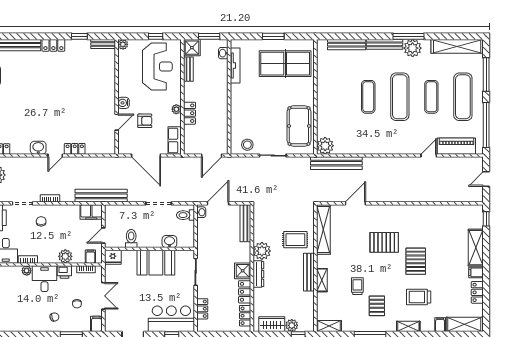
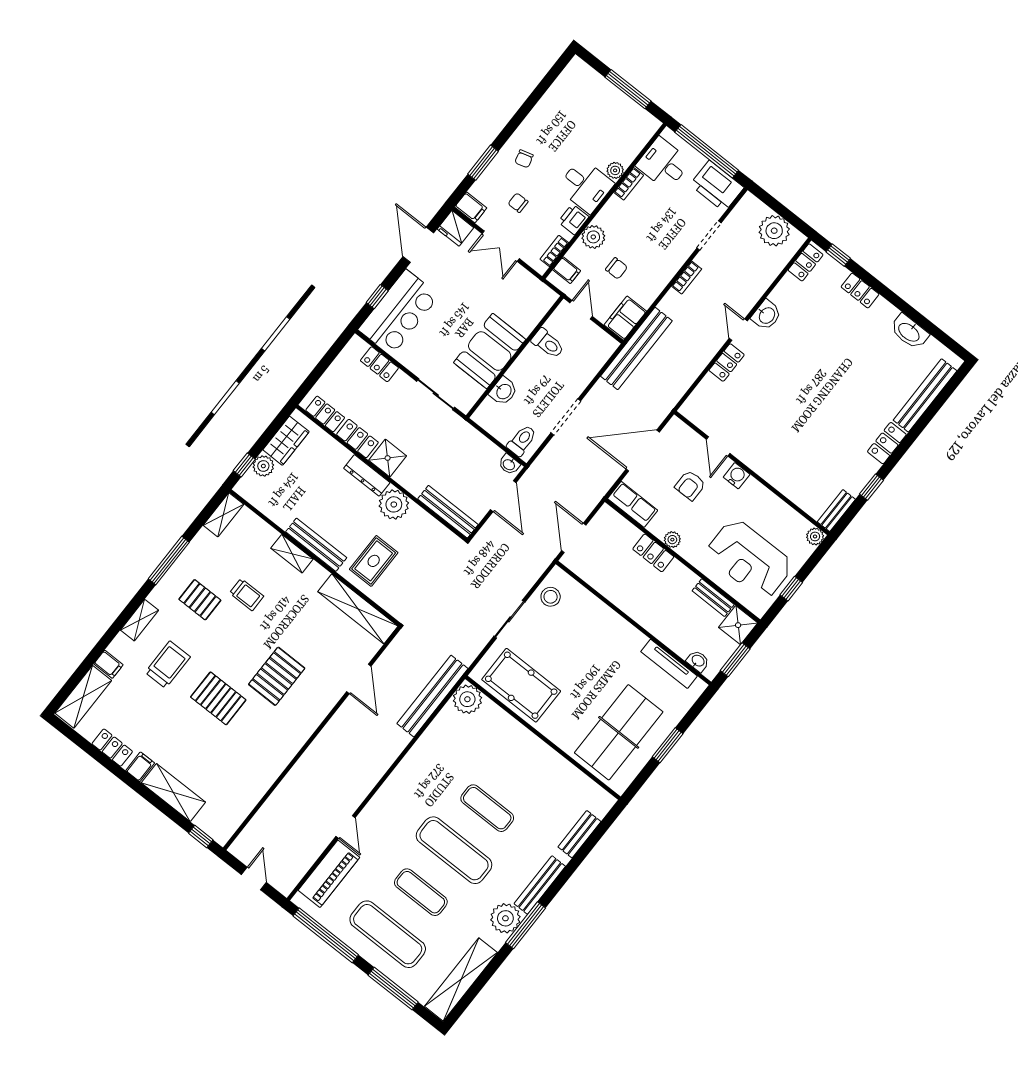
bench: (347, 45) -> (579, 834), width x0.73
chair: (41, 221) -> (617, 268), moved
fridge: (113, 257) -> (455, 228), moved, turned -90

